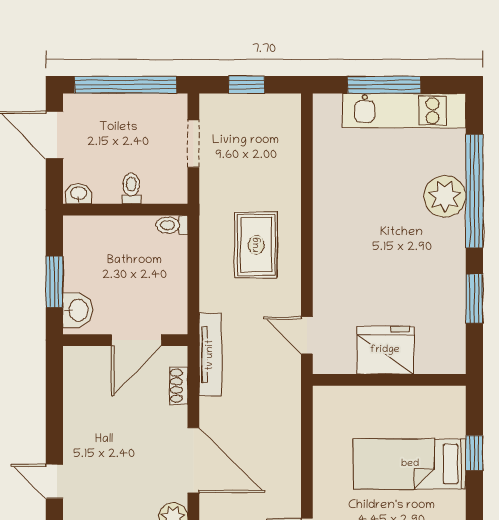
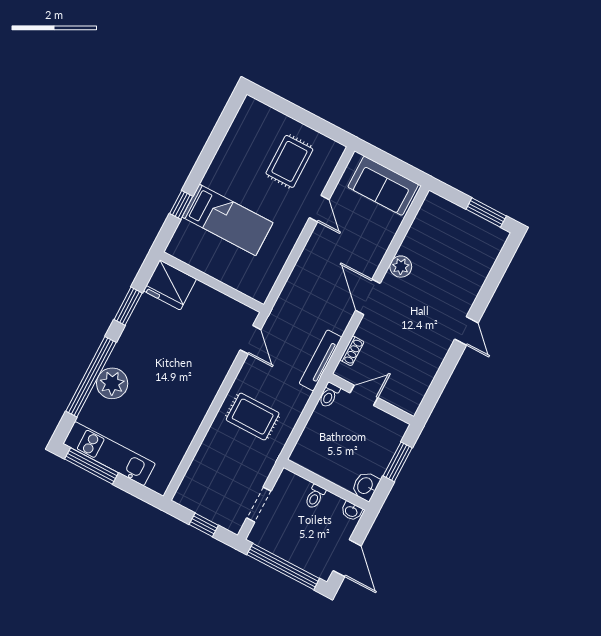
window: (384, 85) -> (92, 466), moved
toilet: (172, 225) -> (329, 395), moved, turned 90
rug: (256, 245) -> (253, 417), turned 90
washbasin: (78, 310) -> (365, 486), moved
door: (136, 340) -> (364, 395), width x0.73
fridge: (385, 350) -> (170, 285), moved
door: (193, 460) -> (368, 297), width x0.73

